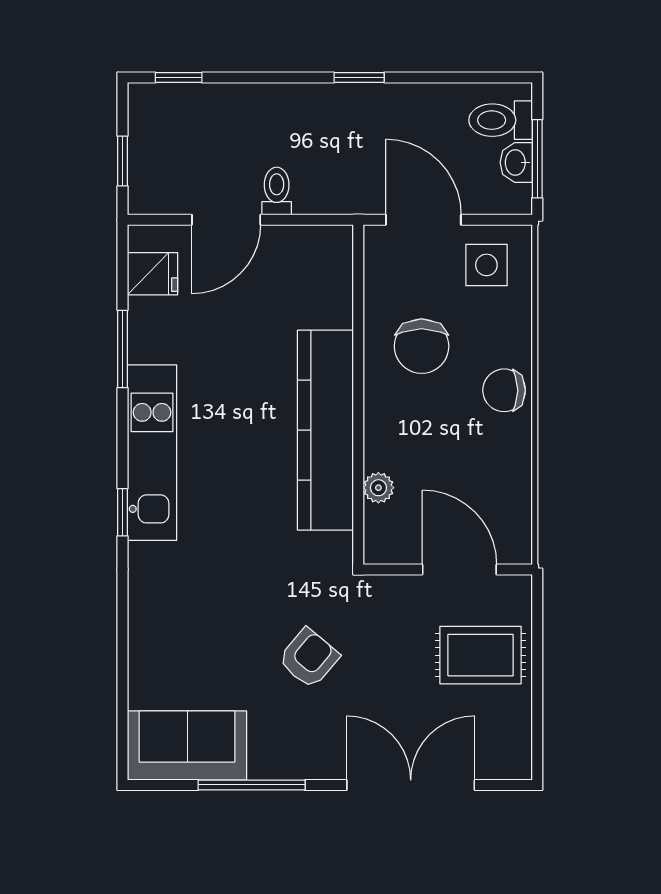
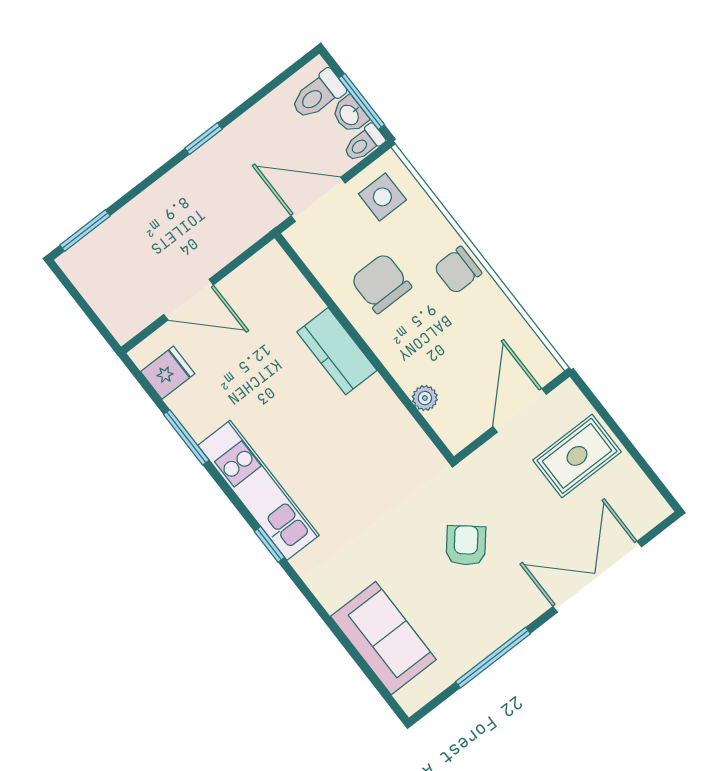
window: (179, 77) -> (85, 231), width x1.50
window: (122, 161) -> (91, 314), removed
toilet: (277, 191) -> (364, 143), moved, turned -90
door: (226, 220) -> (189, 300), hinge flipped
chair: (422, 346) -> (381, 283), turned 180
kitchen counter: (325, 430) -> (337, 351), width x0.48, depth x0.86
door: (459, 569) -> (520, 410), hinge flipped
sofa: (187, 746) -> (383, 638), moved, turned 90

